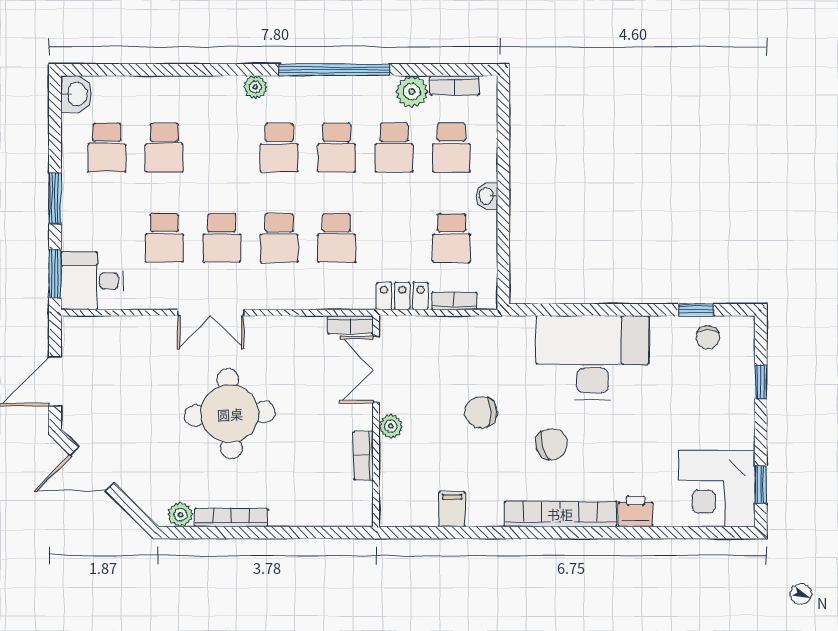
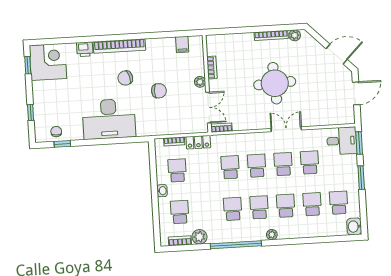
school desk: (394, 148) -> (286, 206), moved
filing cabinet: (452, 509) -> (182, 44), moved

